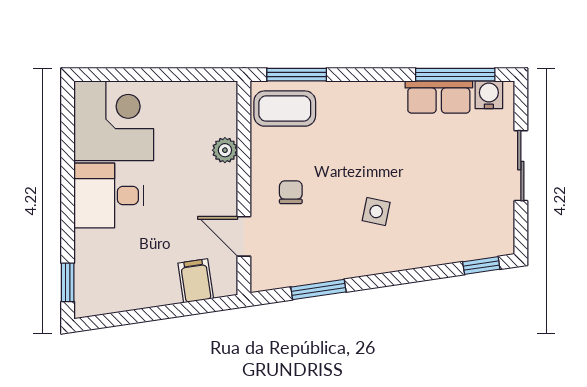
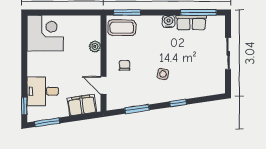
water cooler: (489, 95) -> (169, 22), moved
desk: (109, 196) -> (43, 91), moved
window: (481, 266) -> (178, 103), moved
filing cabinet: (196, 281) -> (82, 105), width x2.00
window: (118, 319) -> (47, 122), added

